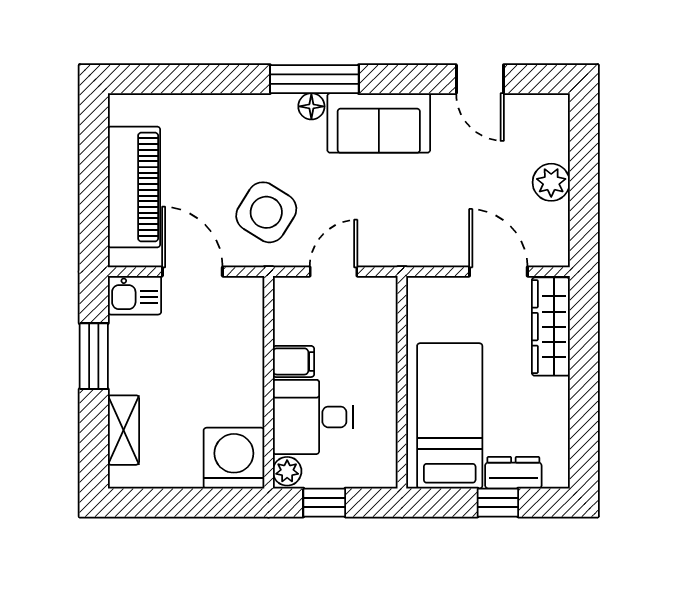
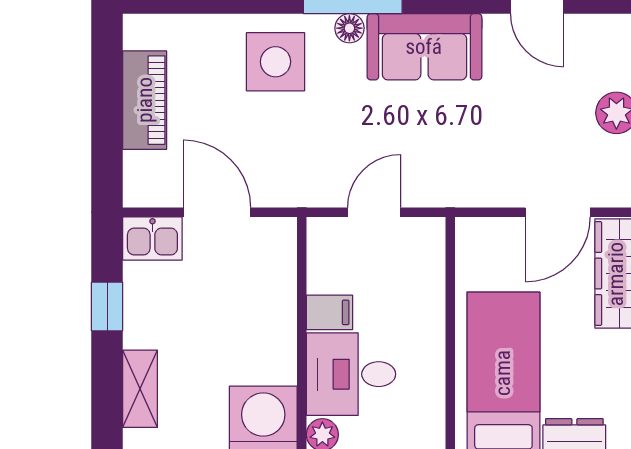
piano: (134, 187) -> (145, 100), width x0.73, depth x0.75
side table: (266, 212) -> (276, 62), moved, turned -32
door: (498, 272) -> (558, 212), swing flipped
window: (94, 356) -> (107, 306), width x0.67

